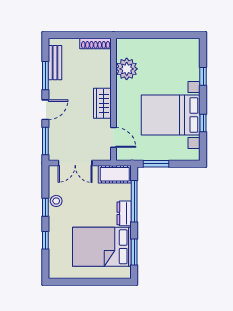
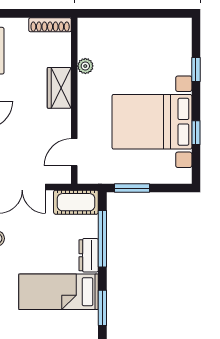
plant: (127, 69) -> (85, 66), width x0.53, depth x0.53
wardrobe: (102, 103) -> (59, 88), moved
door: (113, 137) -> (74, 152), swing flipped
bed: (102, 247) -> (59, 292), width x0.67

